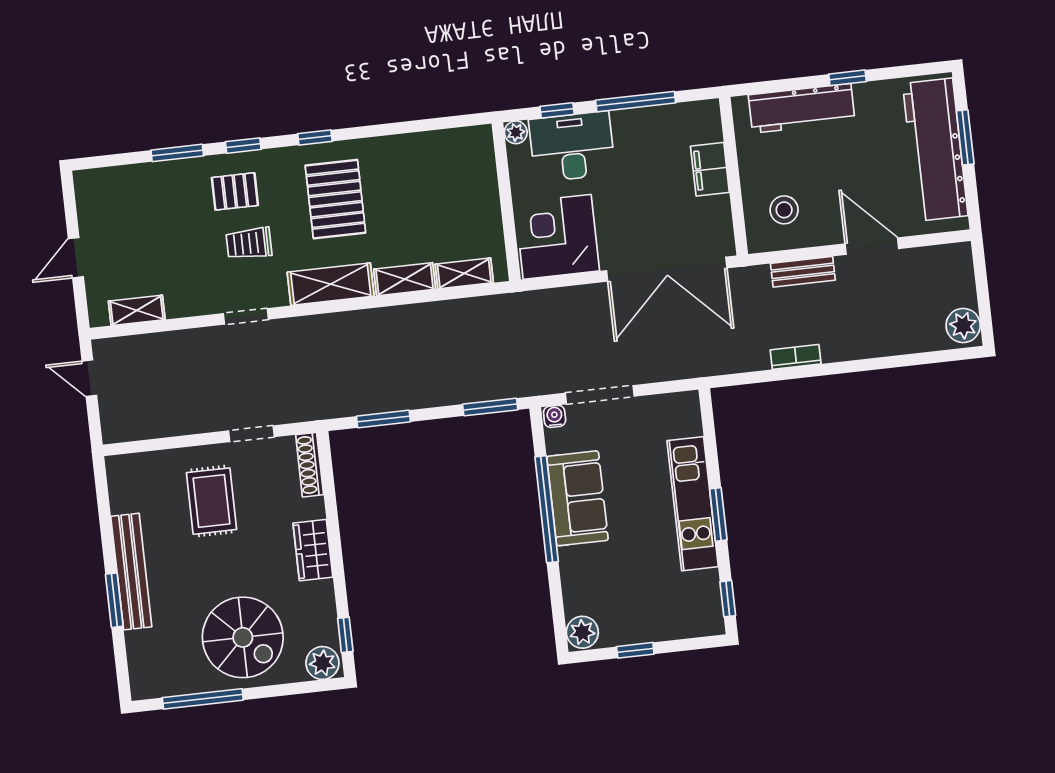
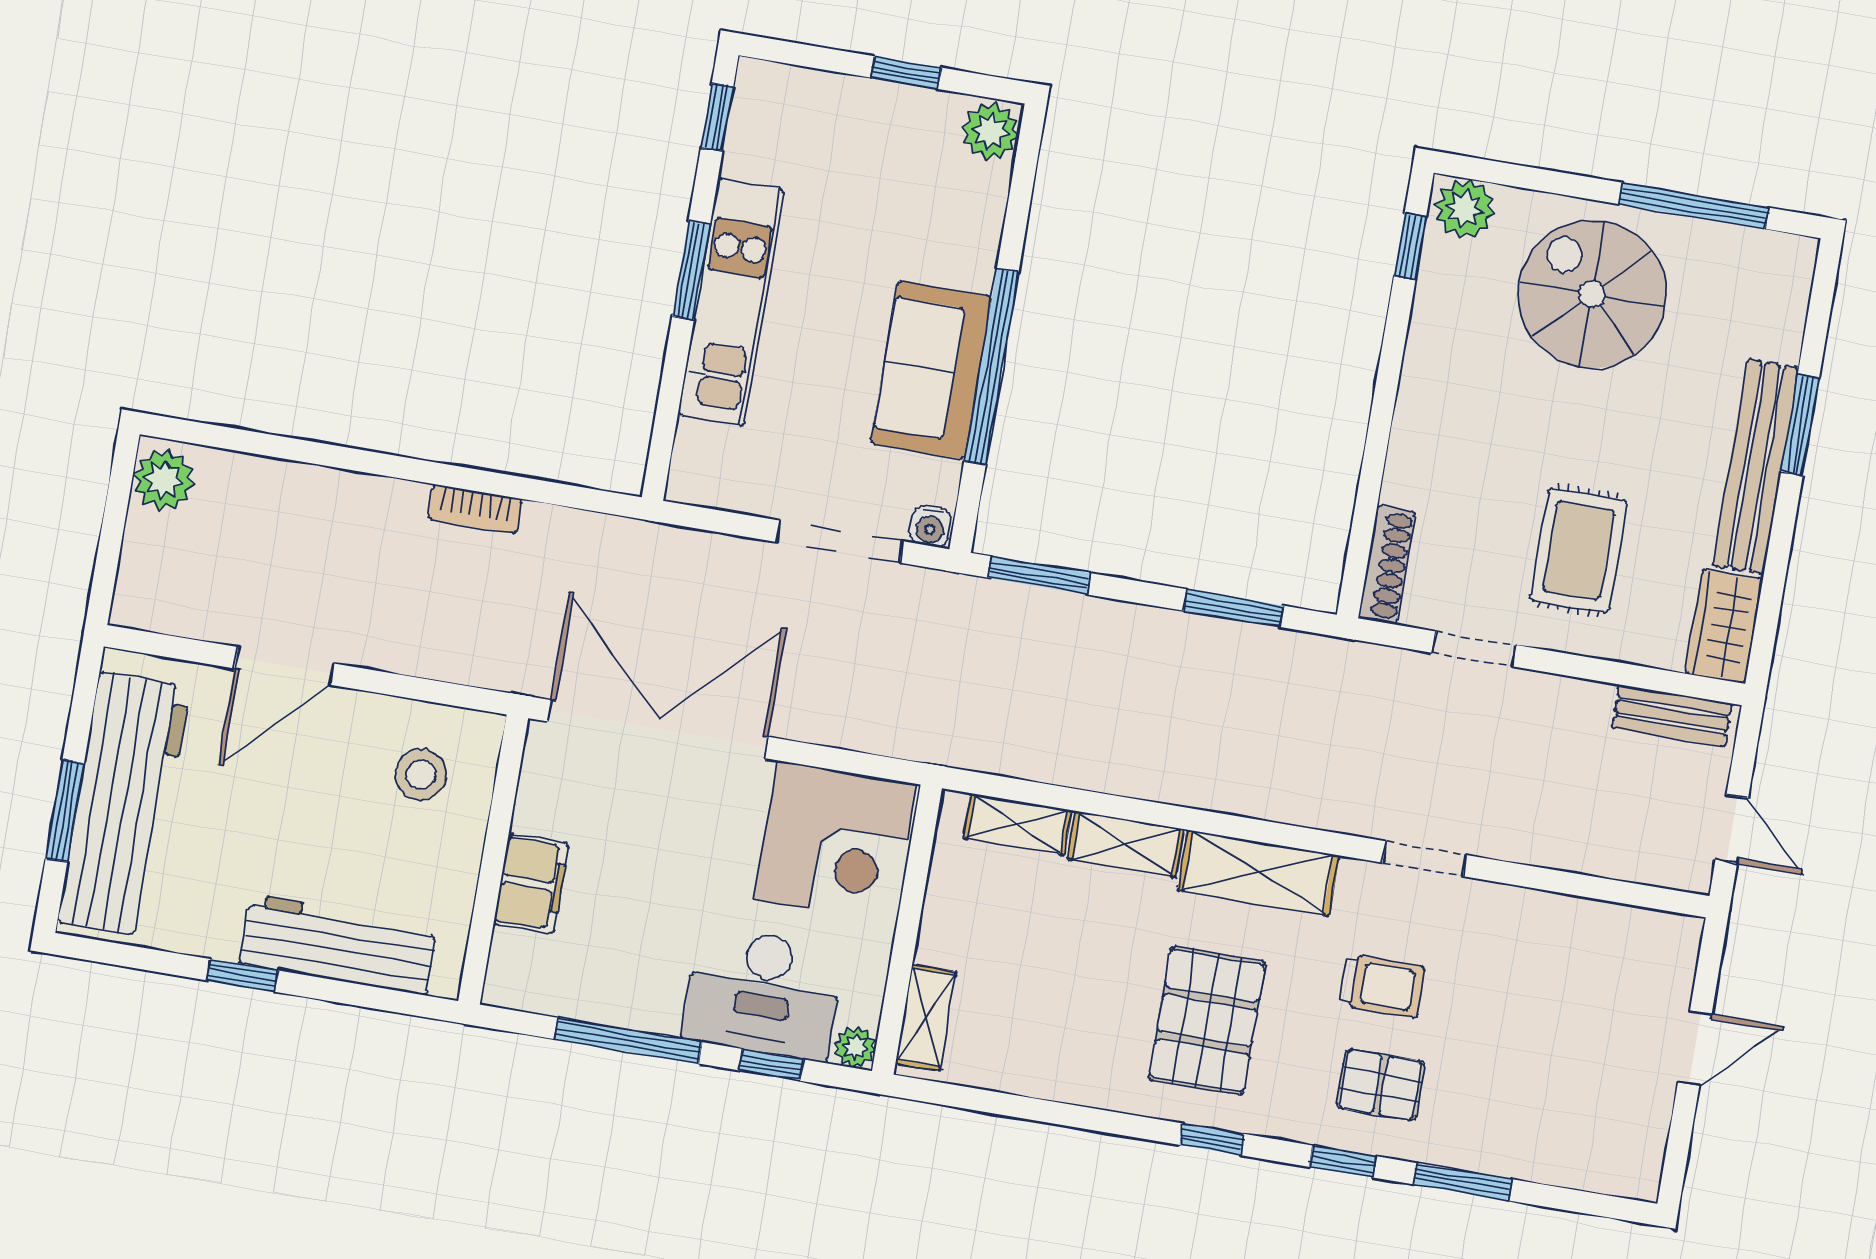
door: (872, 246) -> (284, 666), hinge flipped
bench: (803, 272) -> (1672, 716), moved
shelving: (137, 310) -> (926, 1017), moved, turned 90
wardrobe: (313, 550) -> (1724, 626), moved, turned 180

